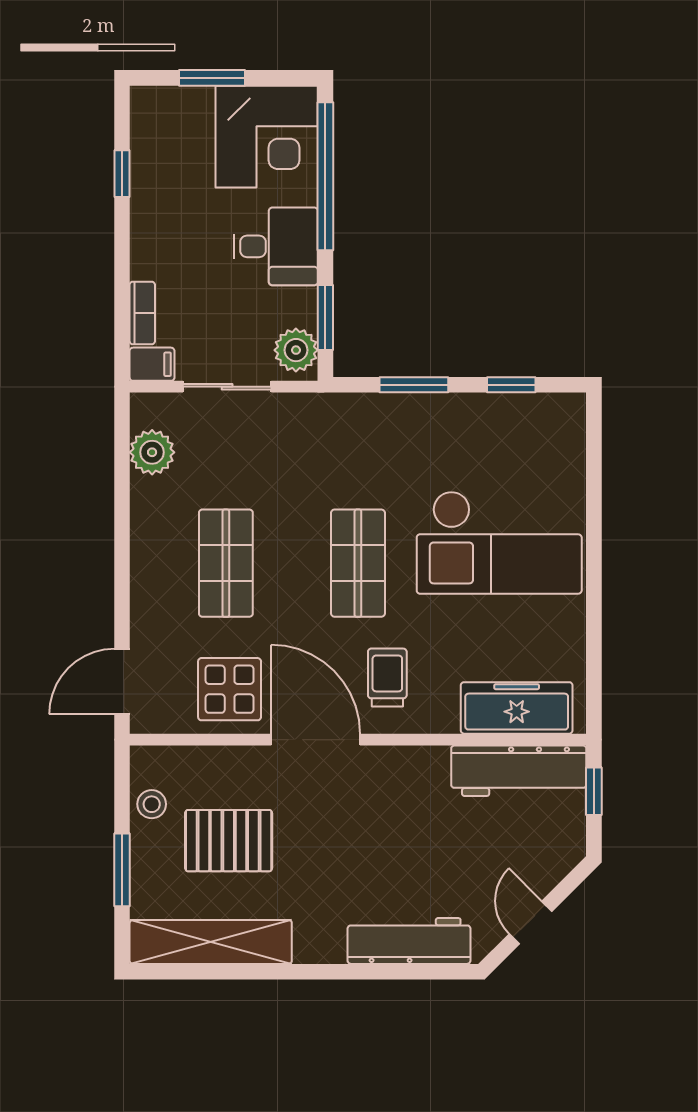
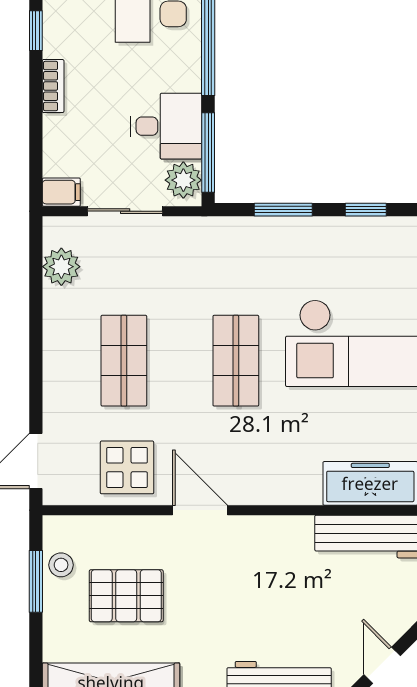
desk: (276, 246) -> (166, 126), moved
bookcase: (142, 313) -> (53, 86), moved
window: (325, 317) -> (208, 152), width x1.44
trolley: (387, 678) -> (261, 458), removed
door: (316, 740) -> (200, 510), width x0.73
window: (122, 870) -> (36, 581), moved

